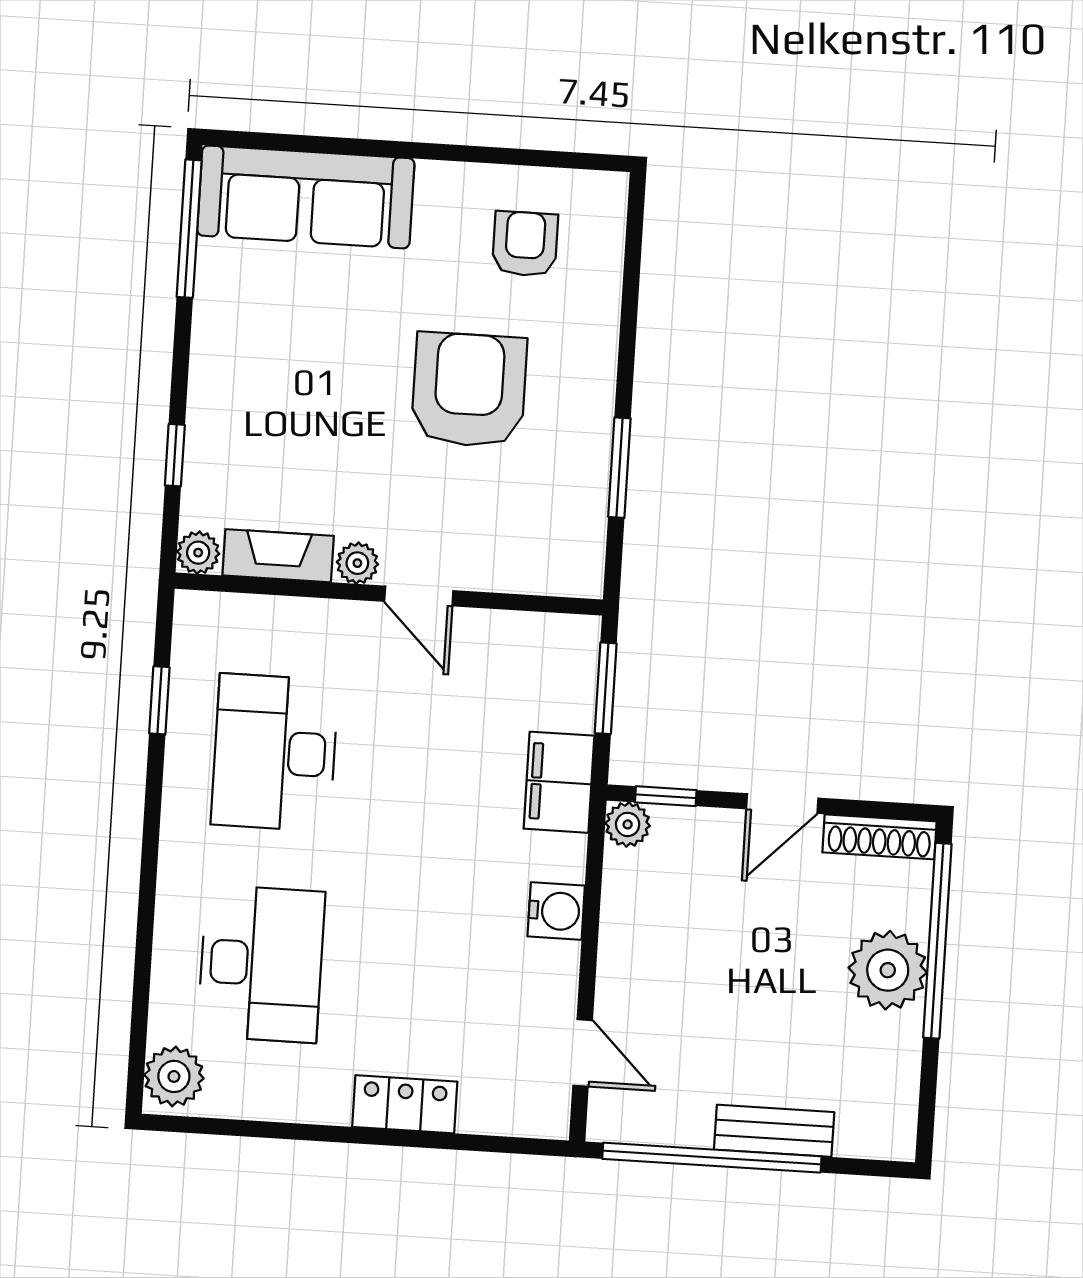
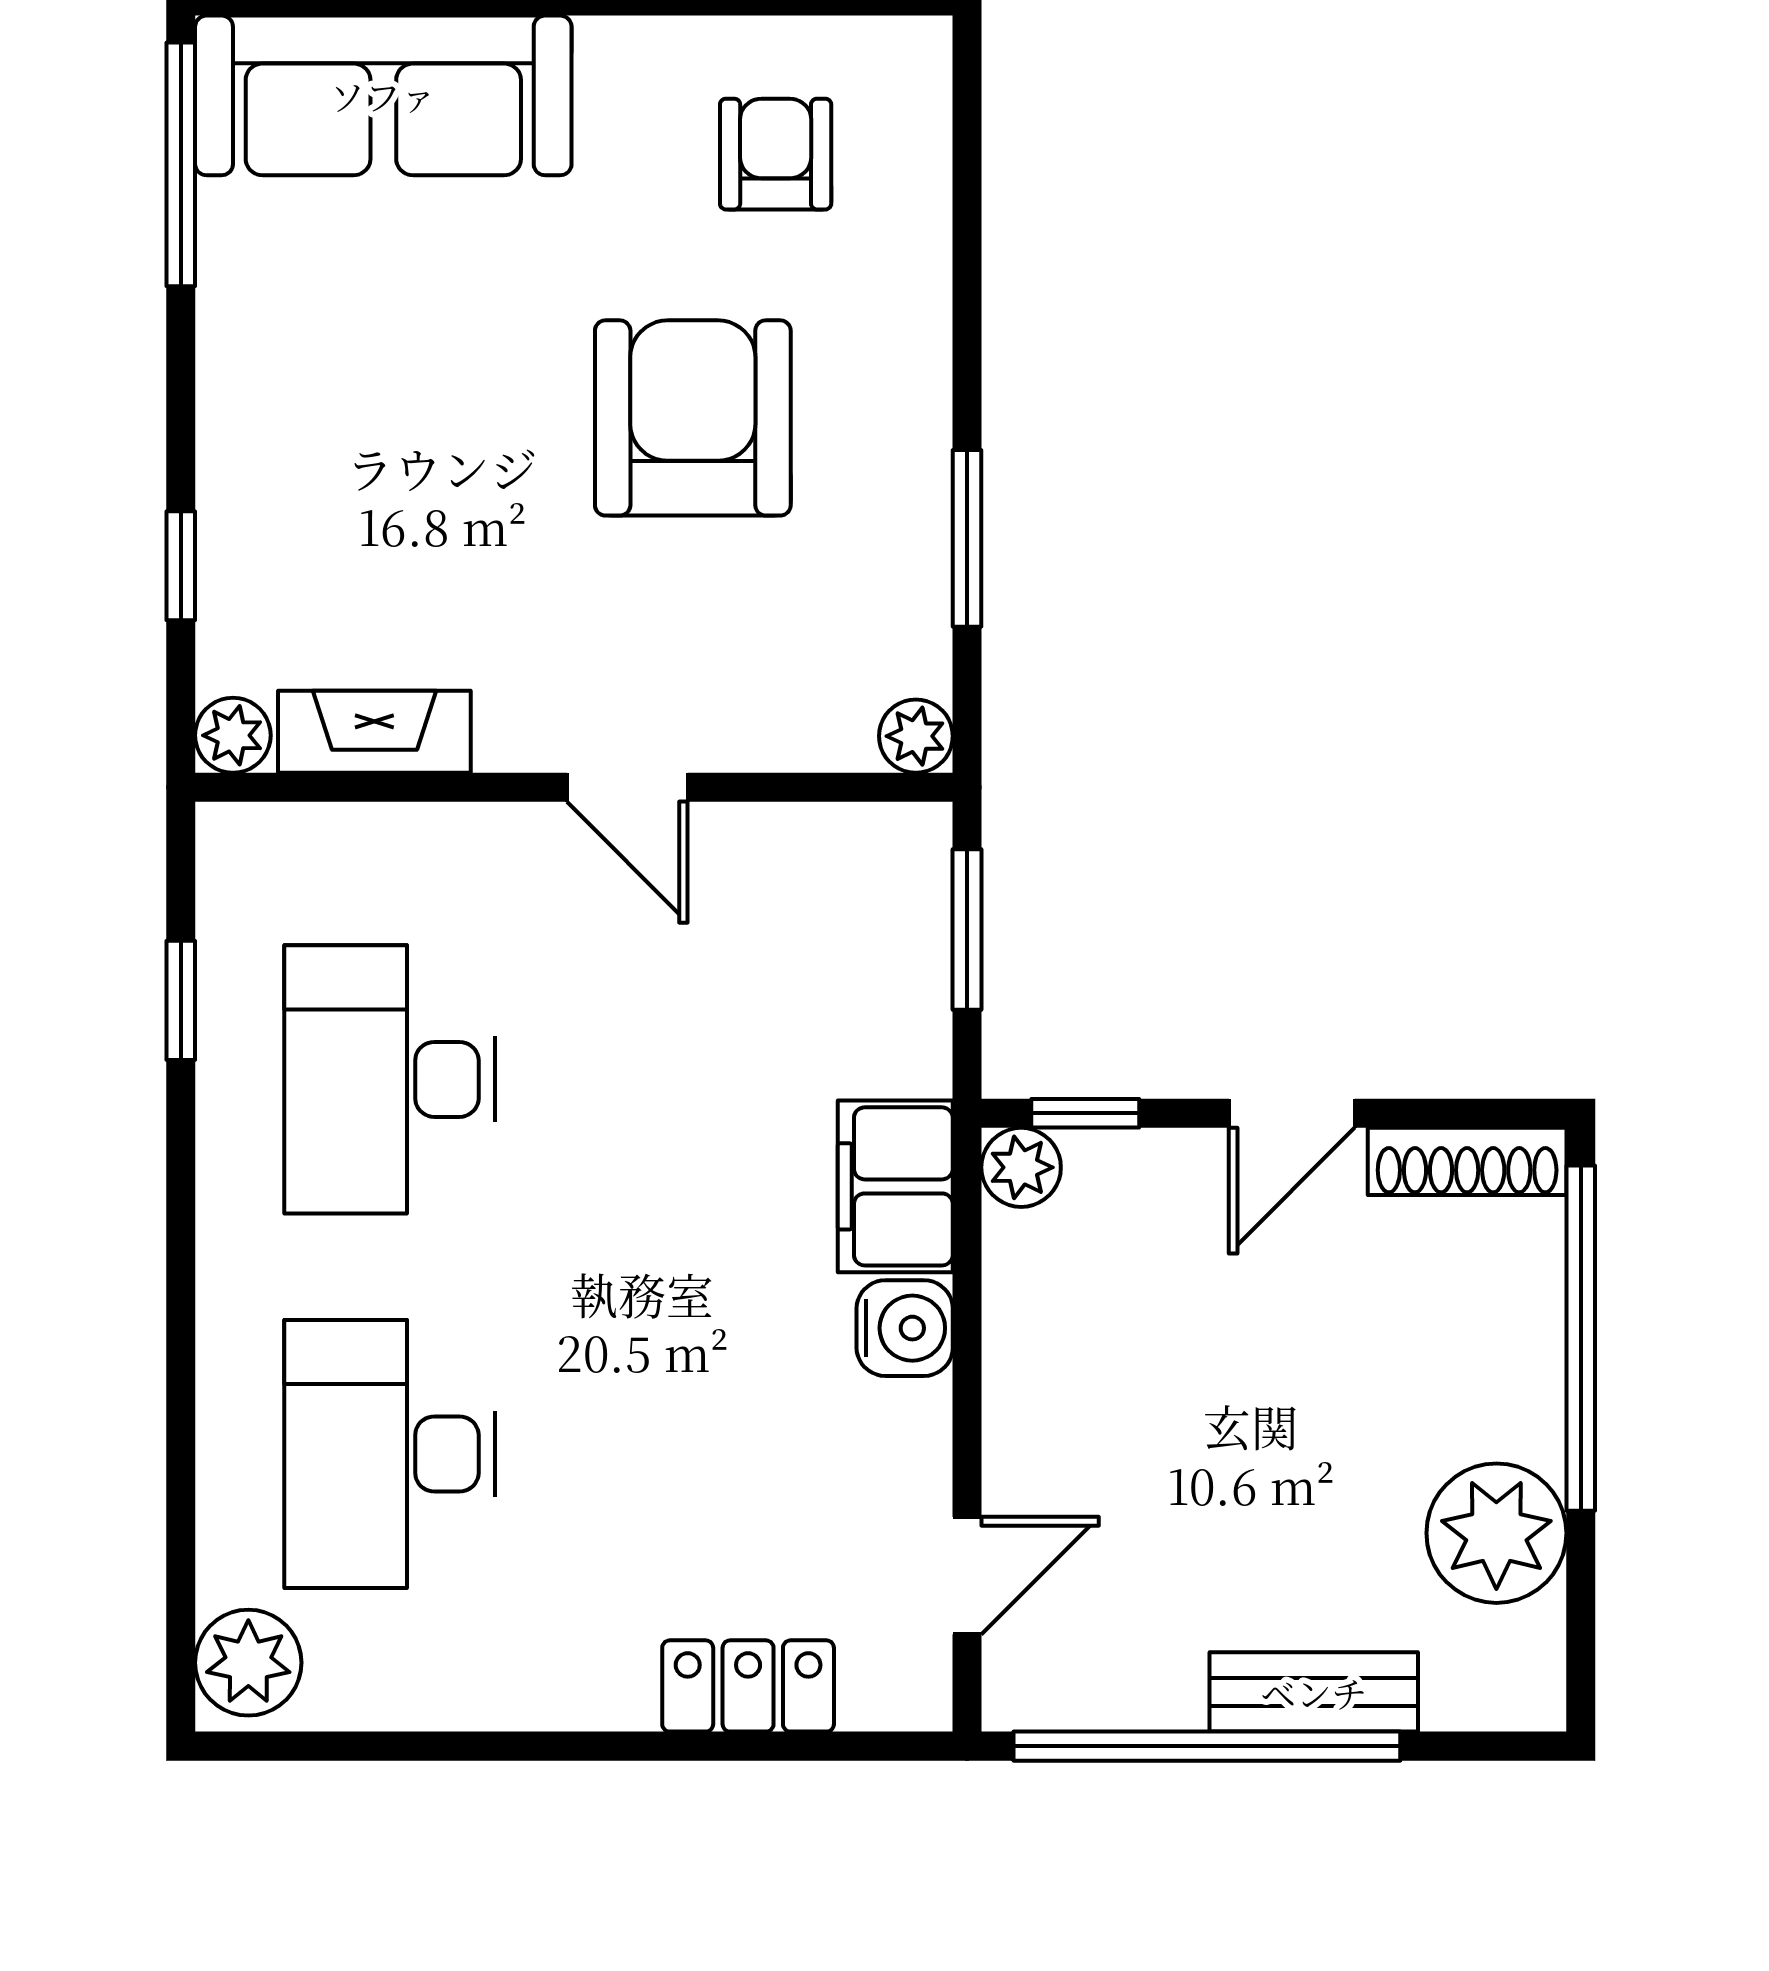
plant: (357, 563) -> (916, 736), moved
filing cabinet: (559, 782) -> (895, 1186), moved
desk: (261, 964) -> (390, 1454), turned 180
plant: (888, 970) -> (1496, 1533), moved
door: (583, 1053) -> (967, 1576), hinge flipped
locker: (405, 1104) -> (748, 1686), moved

